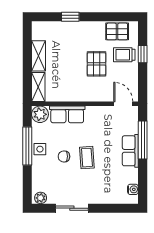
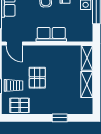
plant: (40, 114) -> (86, 35), removed
row of seats: (67, 114) -> (51, 35), moved

